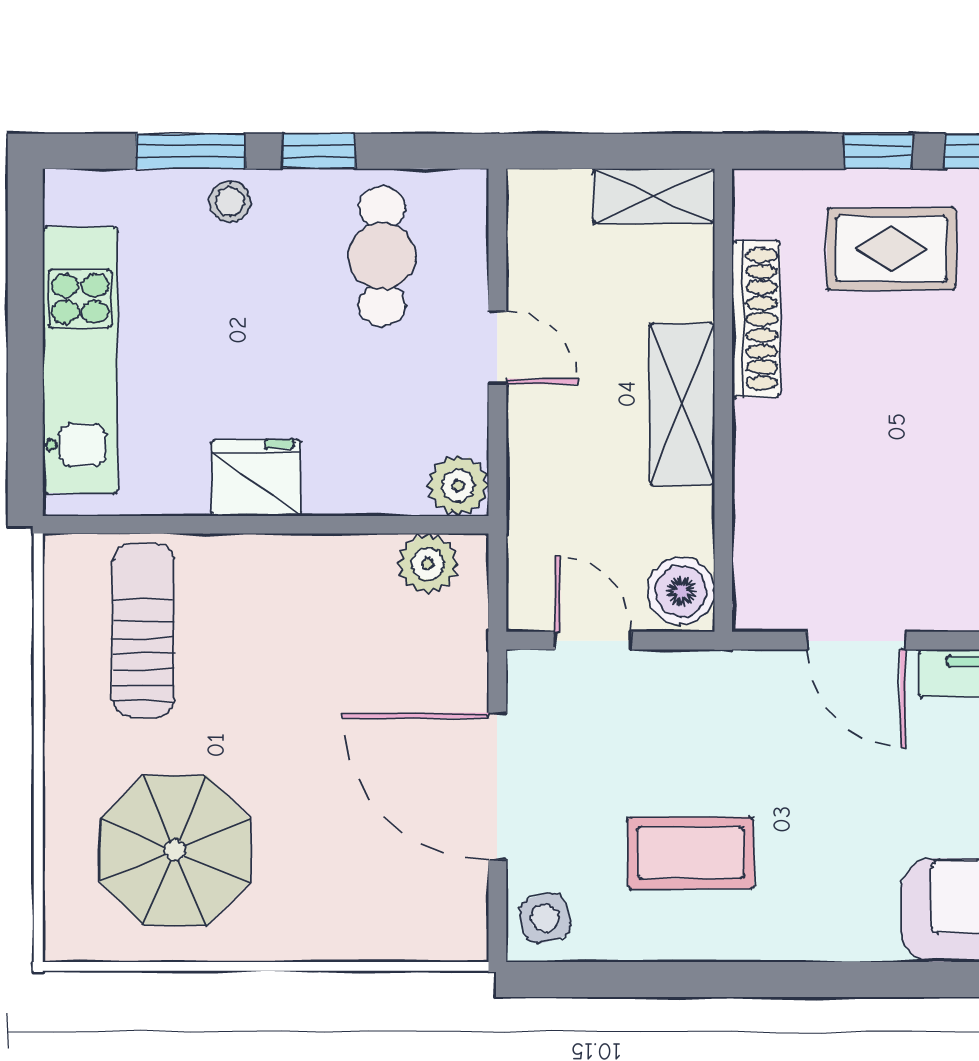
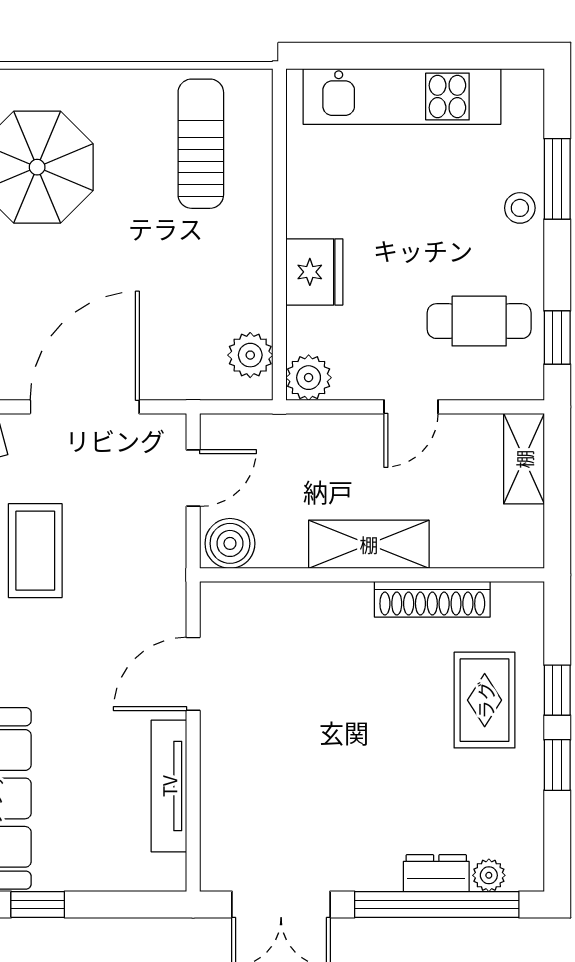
window: (318, 151) -> (557, 337), moved
shelving: (654, 196) -> (524, 459), moved
fridge: (256, 478) -> (314, 272), moved
sun lounger: (144, 630) -> (201, 144), turned -90

